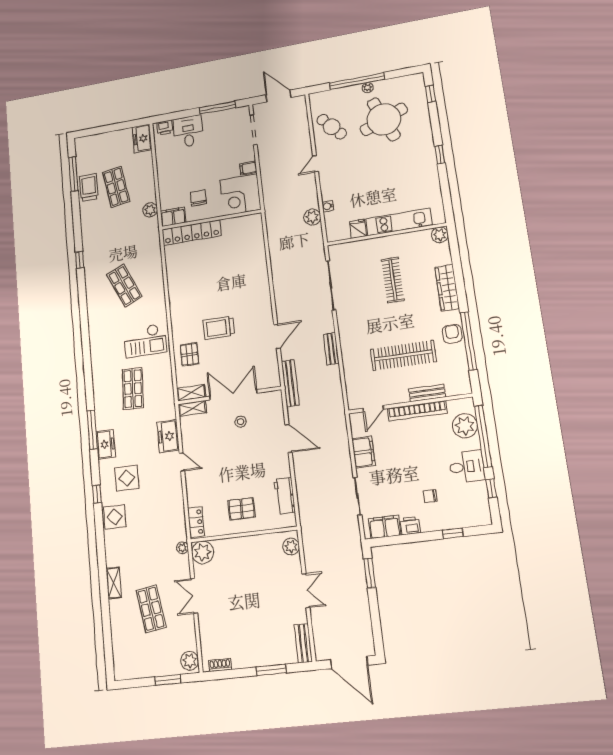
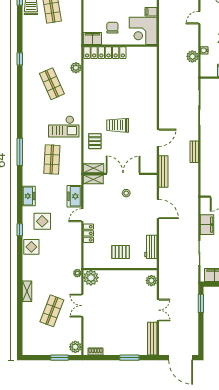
plant: (150, 210) -> (76, 68), moved
window: (92, 430) -> (20, 152), moved
door: (182, 462) -> (82, 215), swing flipped
locker: (196, 522) -> (88, 233), moved
shop shelf: (151, 609) -> (52, 311), turned 30
bench: (303, 643) -> (152, 339), width x1.36

